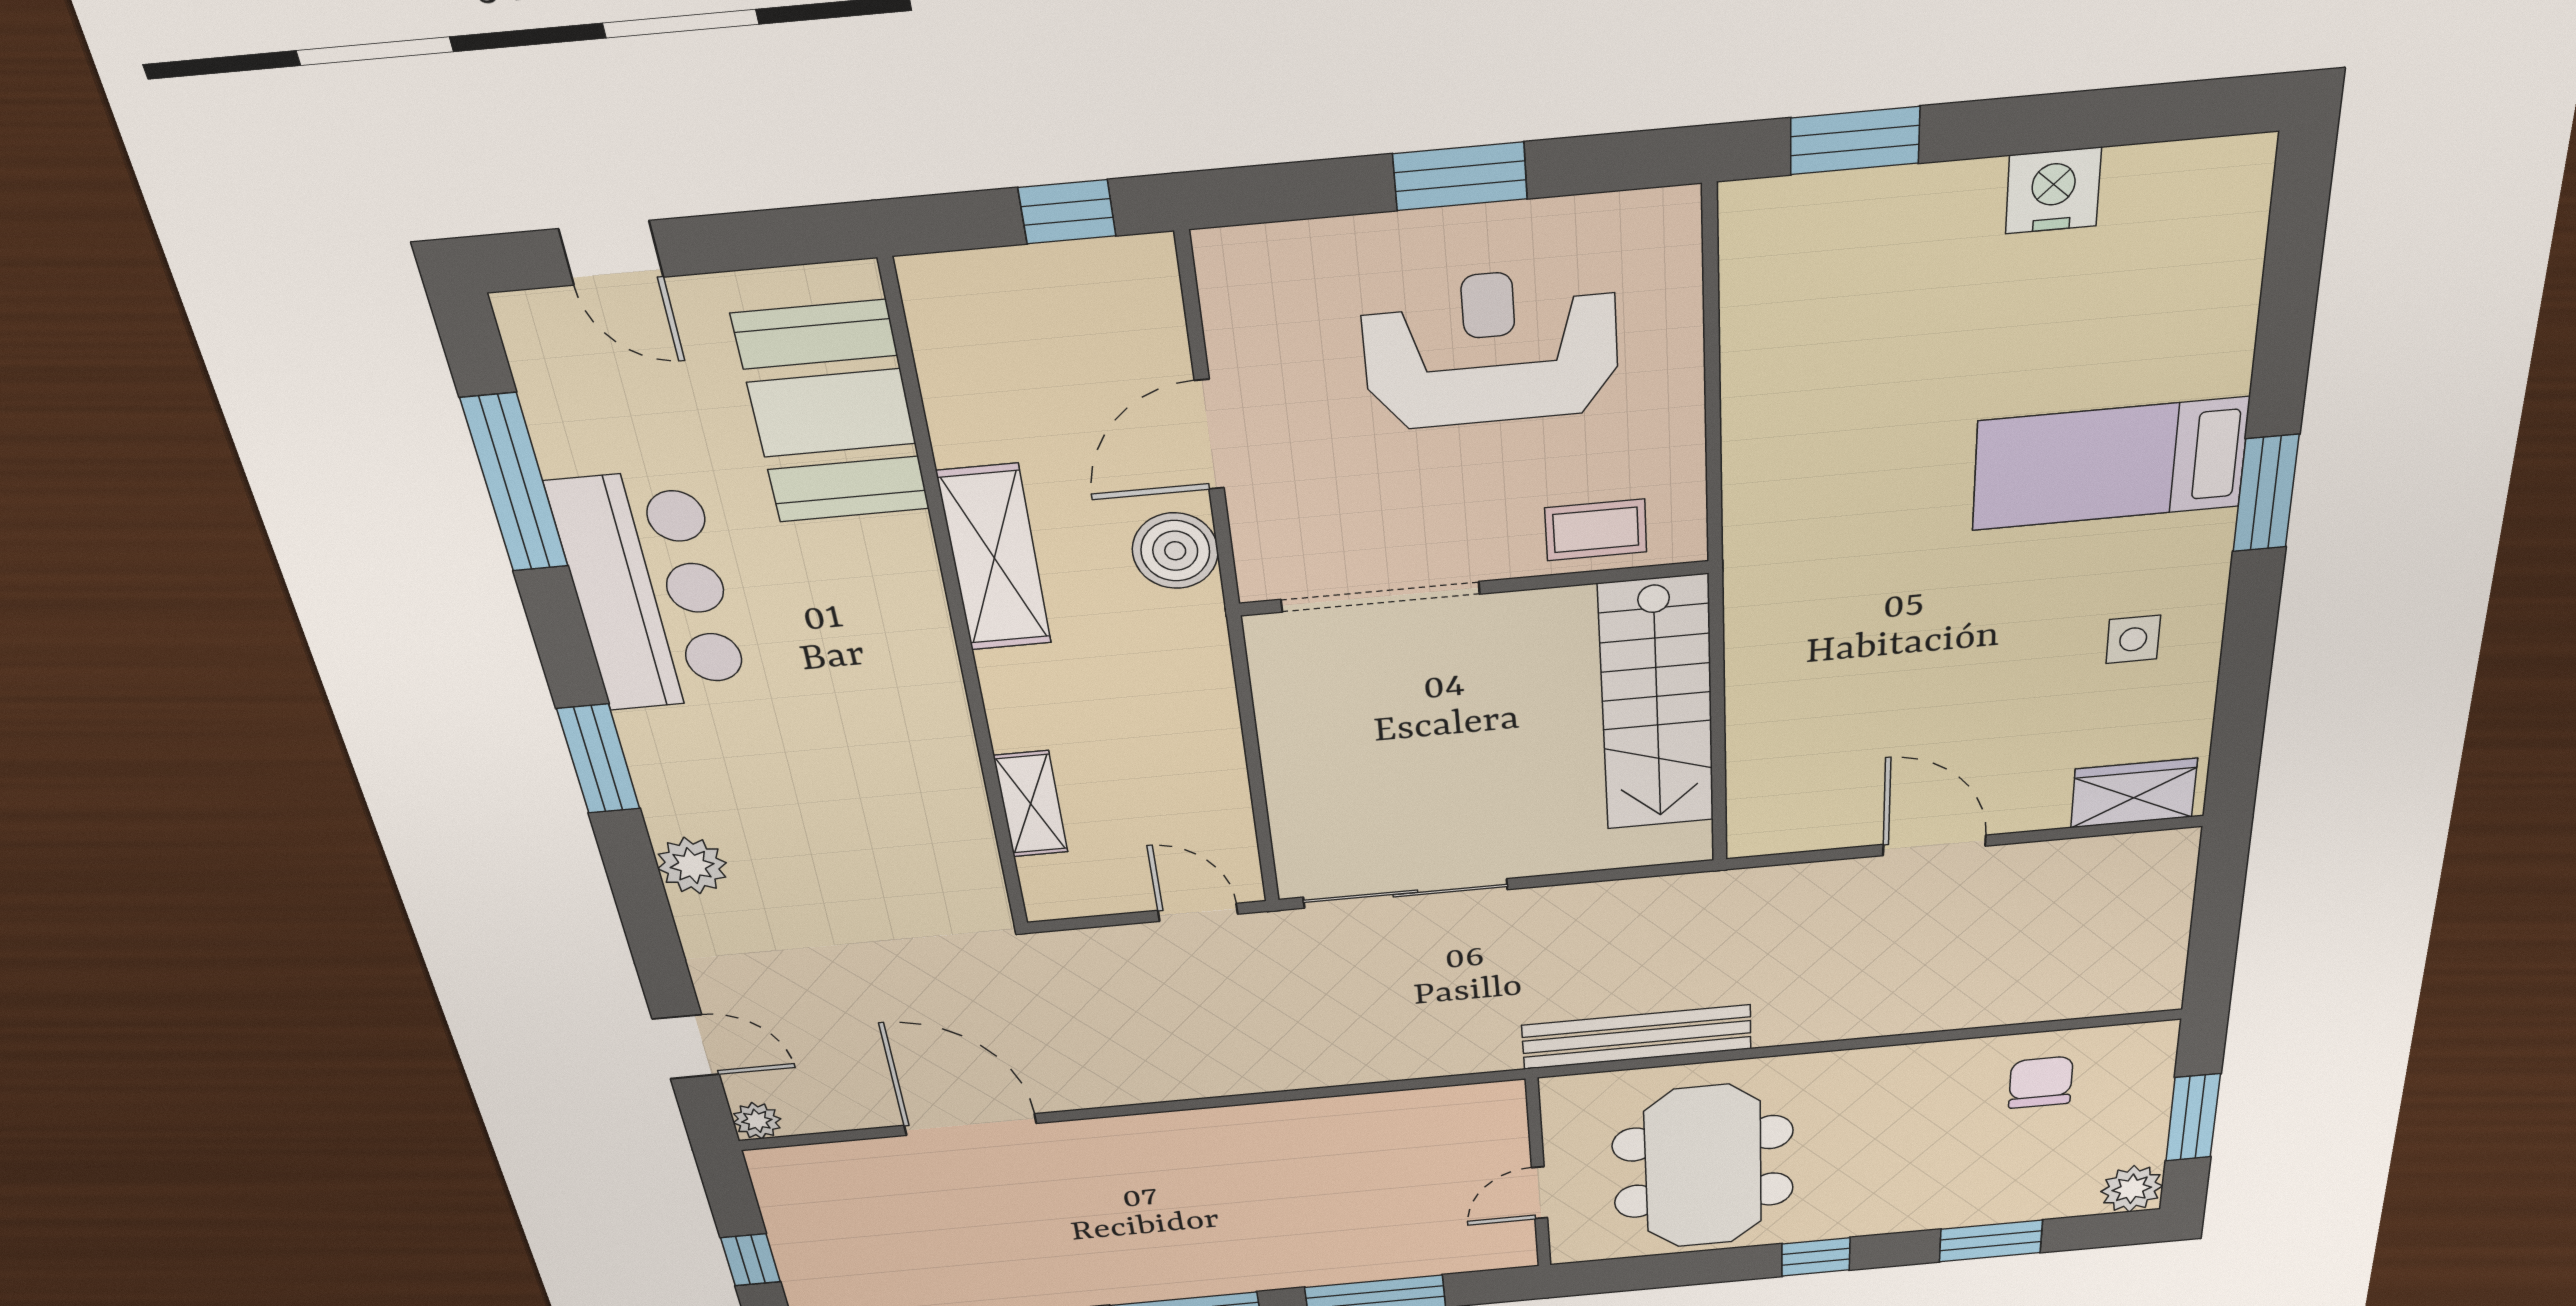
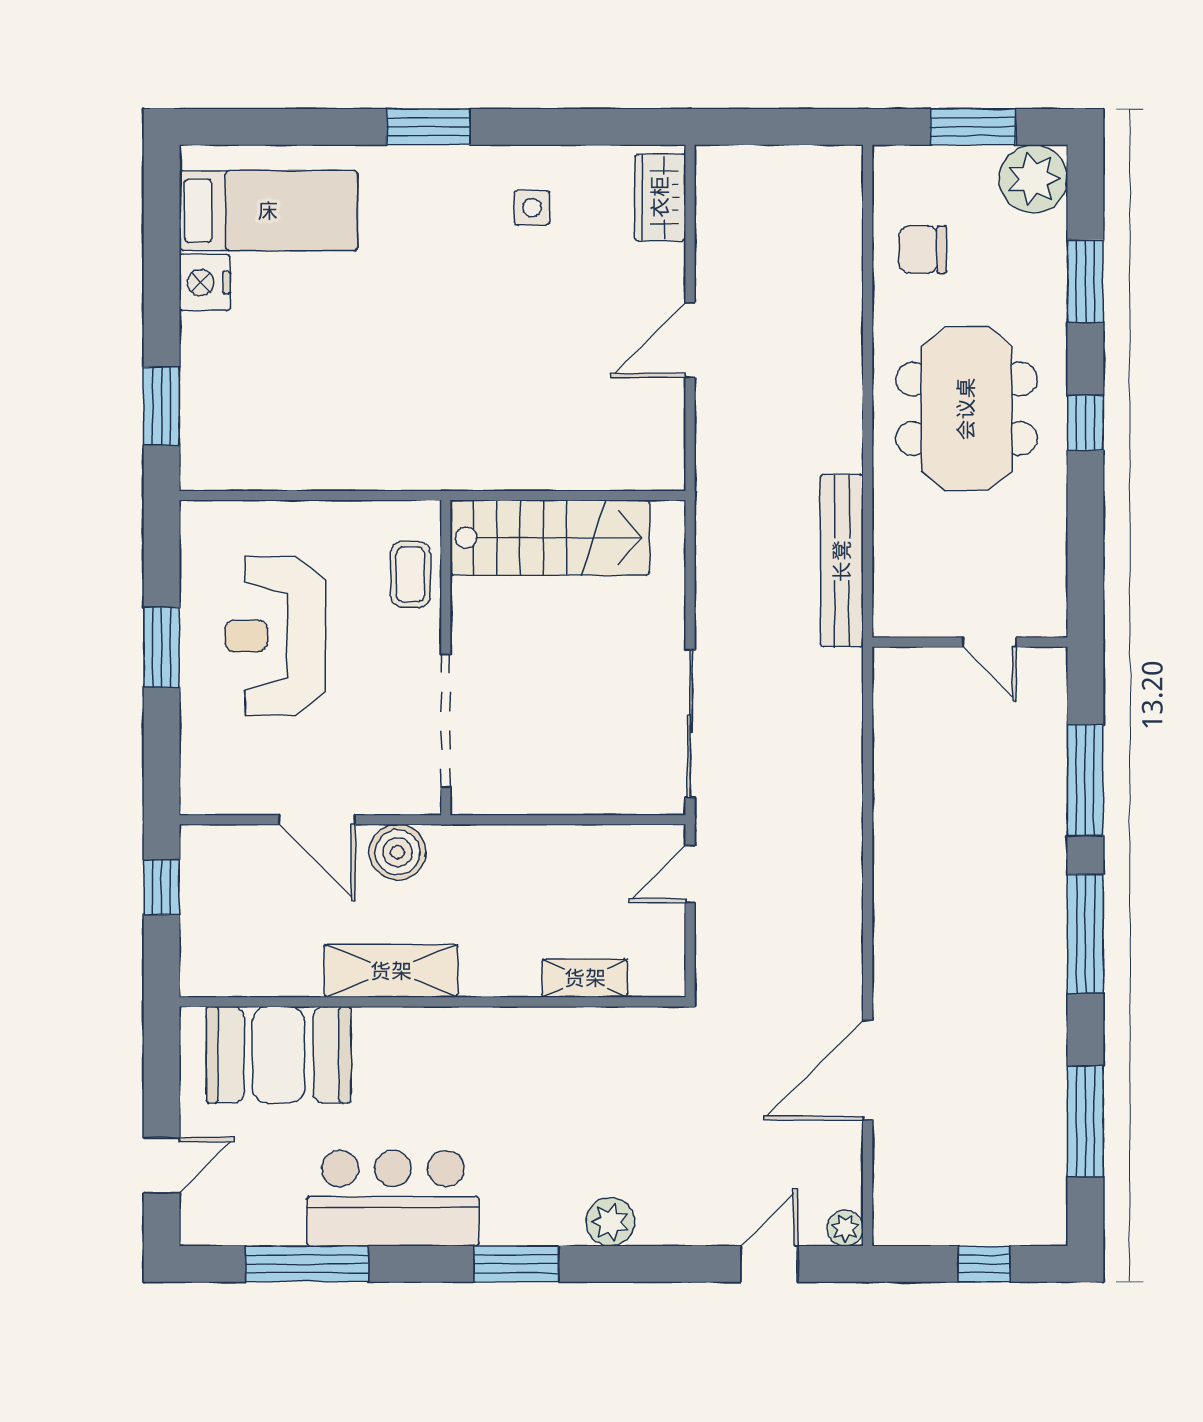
bed: (2110, 464) -> (268, 211), moved, turned -90
meeting table: (1703, 1167) -> (966, 409), moved, turned 90
plant: (2132, 1189) -> (1033, 179), width x1.36, depth x1.36

